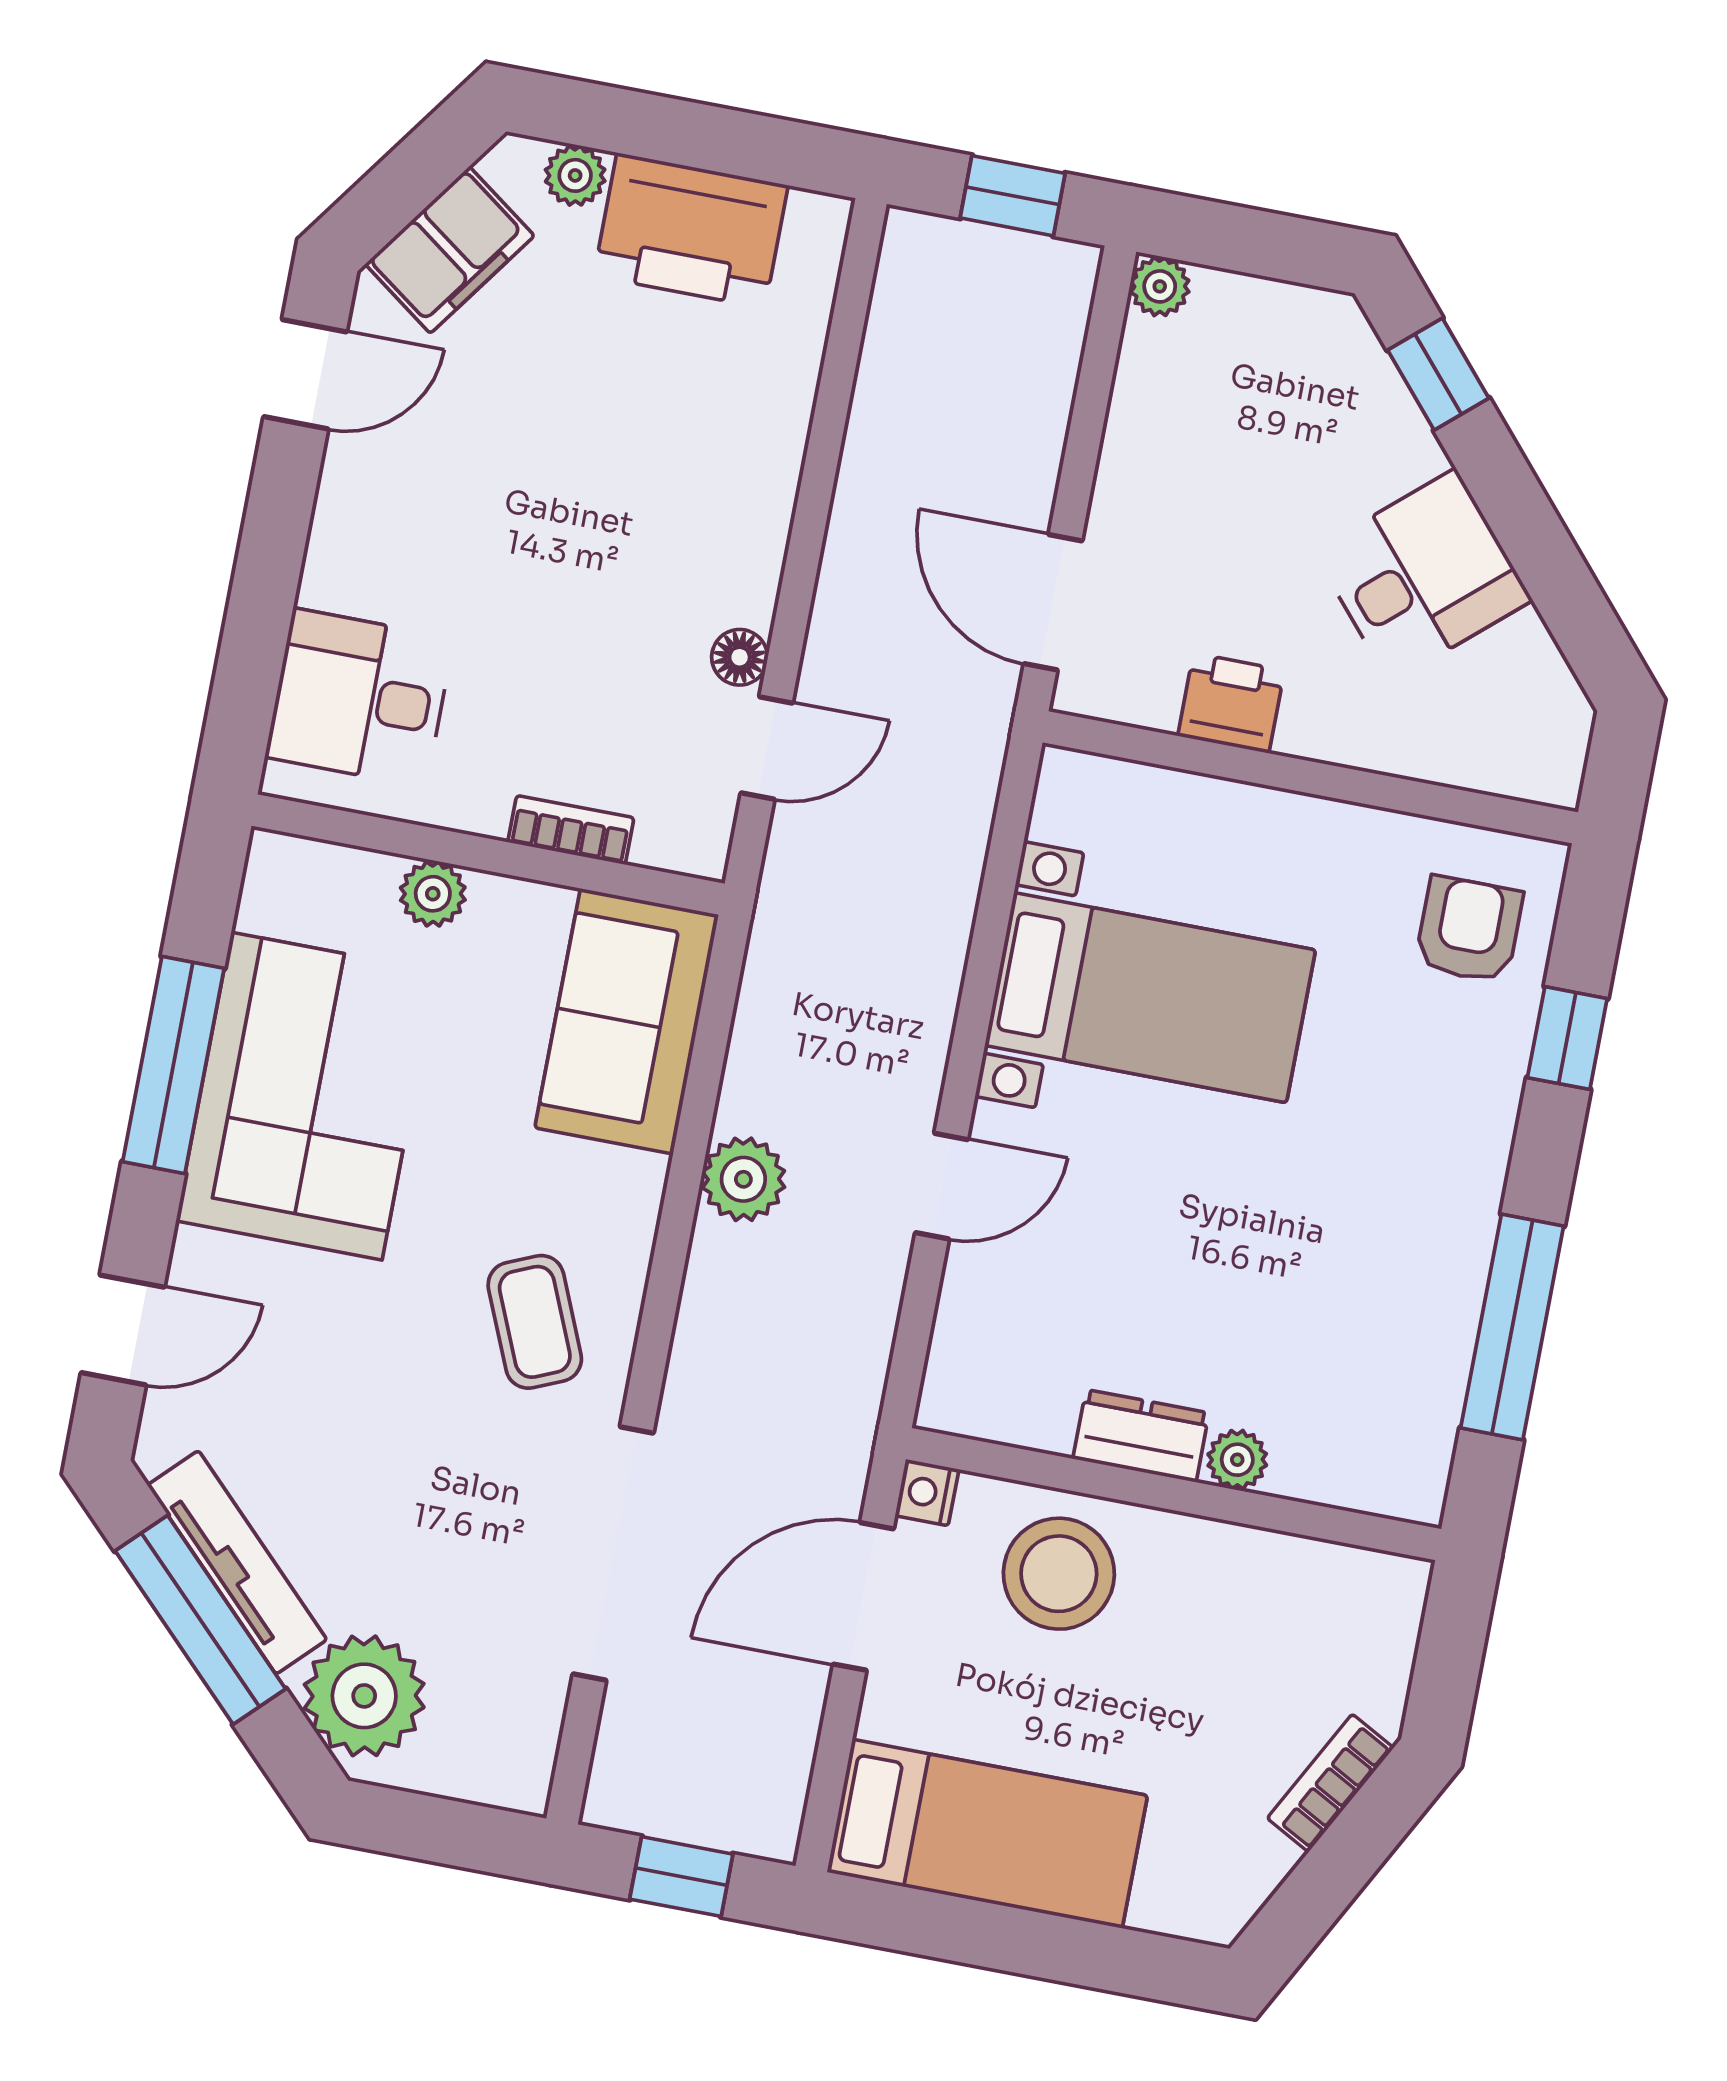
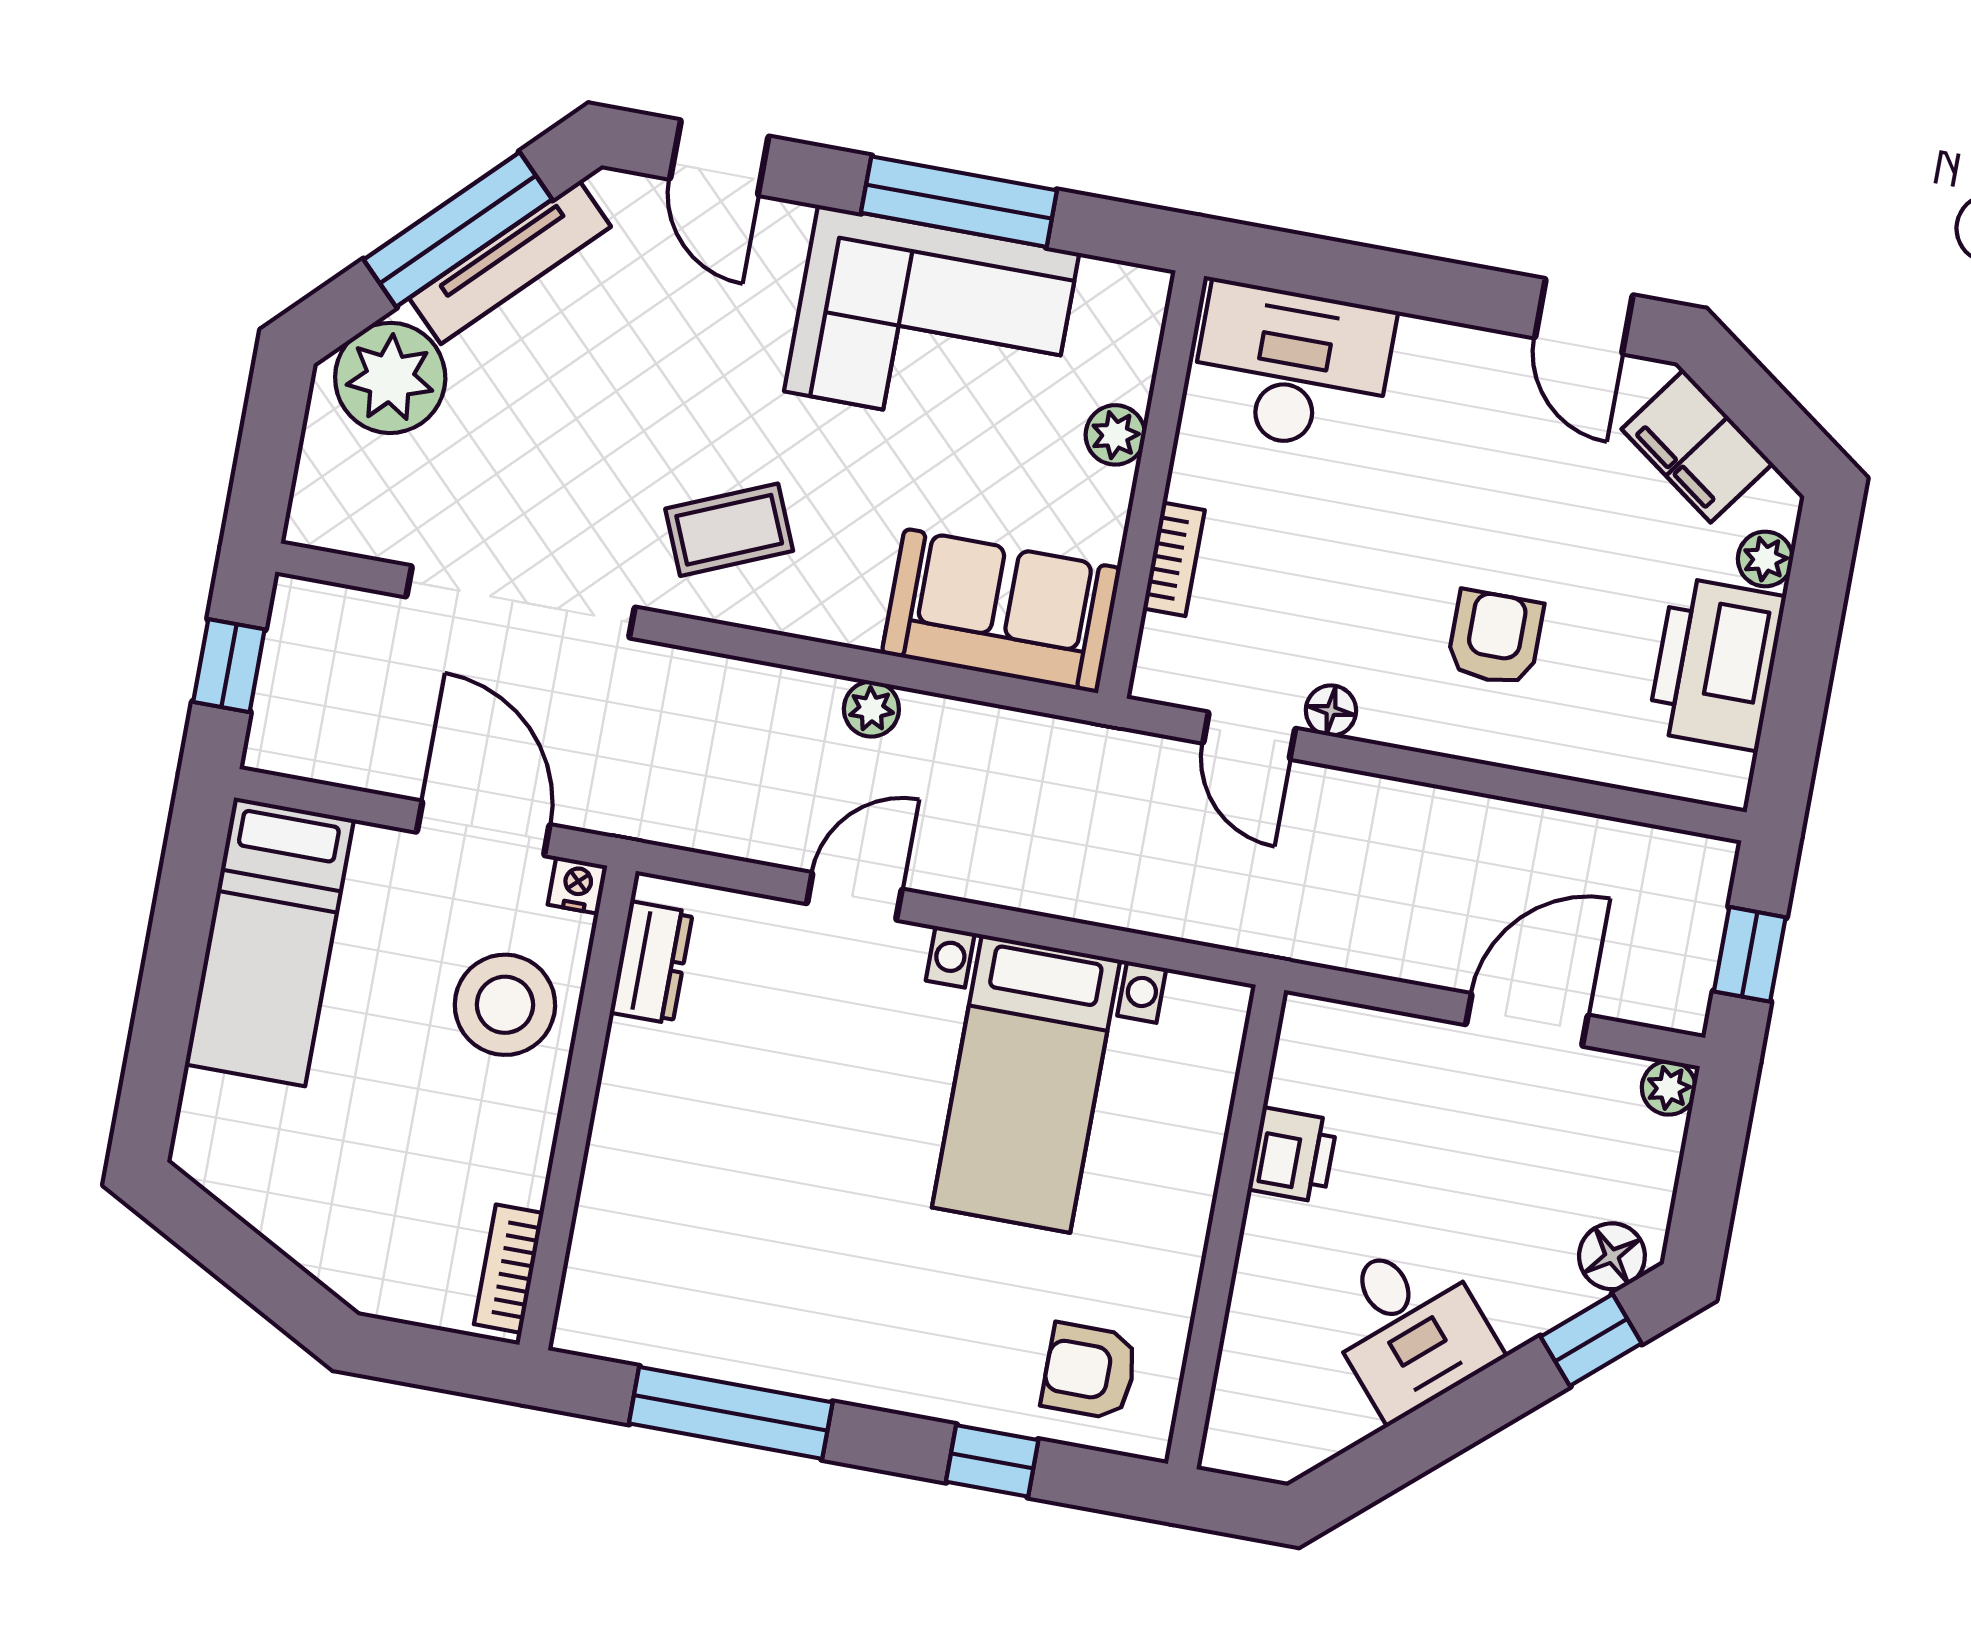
floor lamp: (1346, 351) -> (1612, 1256), added
armchair: (660, 475) -> (1495, 638), added
door: (1053, 602) -> (1527, 1020), moved
desk: (359, 698) -> (1292, 367), width x1.37
armchair: (1469, 930) -> (1090, 1371), turned 180
plant: (743, 1179) -> (871, 709), width x0.73, depth x0.73
door: (942, 1186) -> (854, 896), swing flipped
dresser: (1141, 1436) -> (651, 962), moved
plant: (1237, 1460) -> (609, 1165), removed
bookcase: (1330, 1783) -> (509, 1269), moved, turned -118

